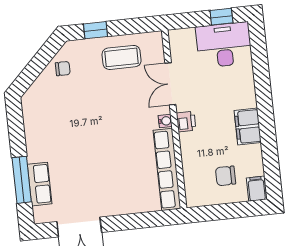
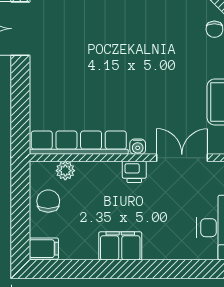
chair: (226, 176) -> (48, 201), moved
plant: (191, 178) -> (65, 171), added

